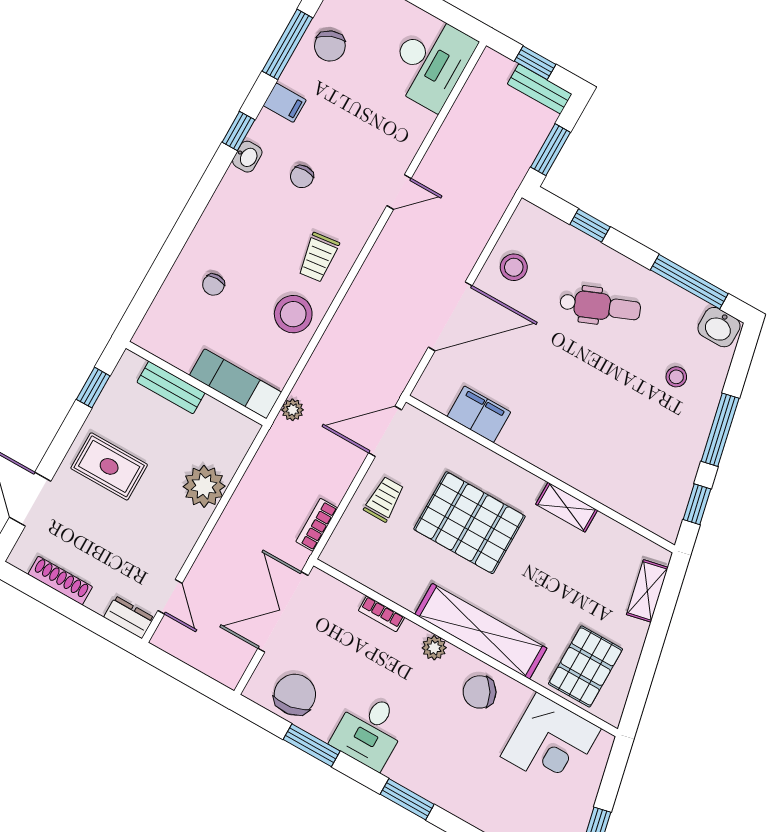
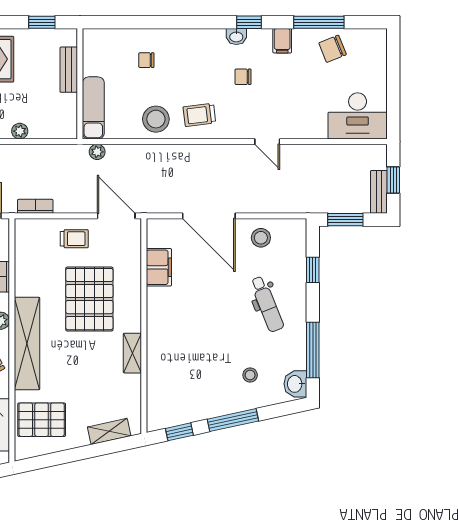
plant: (204, 486) -> (20, 131), width x0.53, depth x0.53

